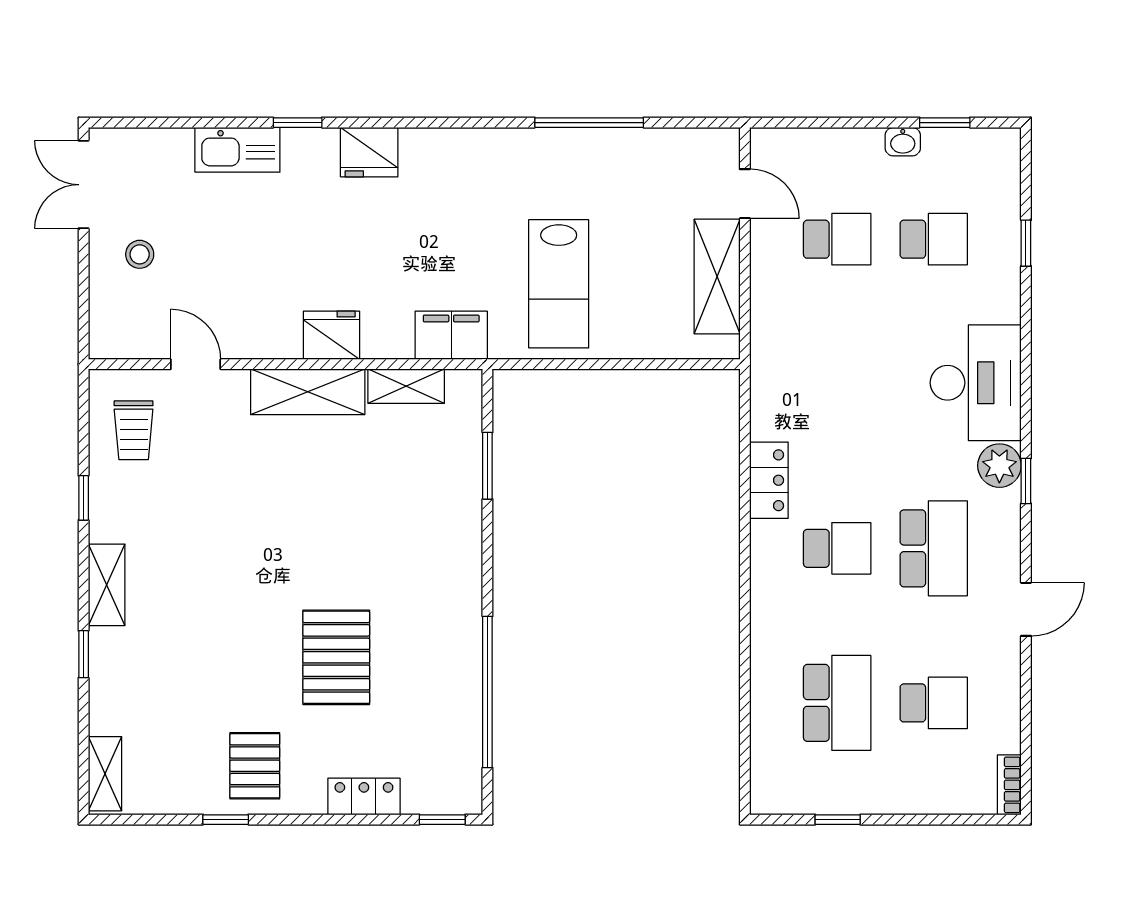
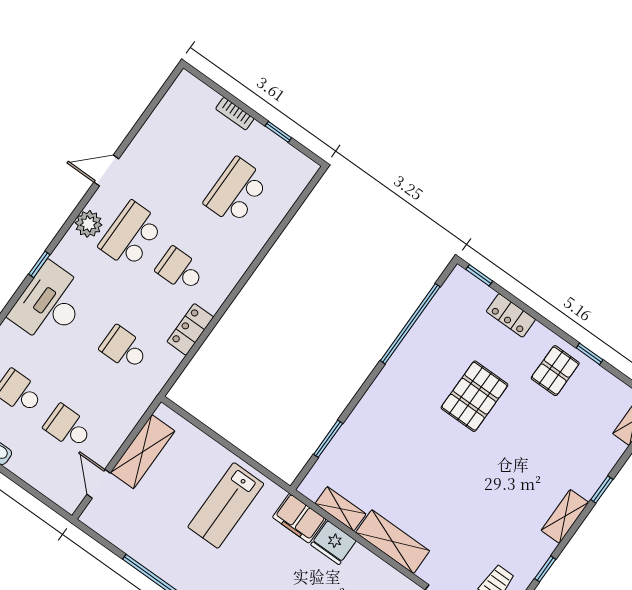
lab bench: (559, 284) -> (226, 505), turned 180
fridge: (331, 335) -> (333, 543), moved
plant: (999, 466) -> (89, 224), moved
window: (1026, 481) -> (39, 264), moved
school desk: (934, 703) -> (124, 349), moved
bookcase: (1009, 785) -> (235, 114), moved, turned 90

